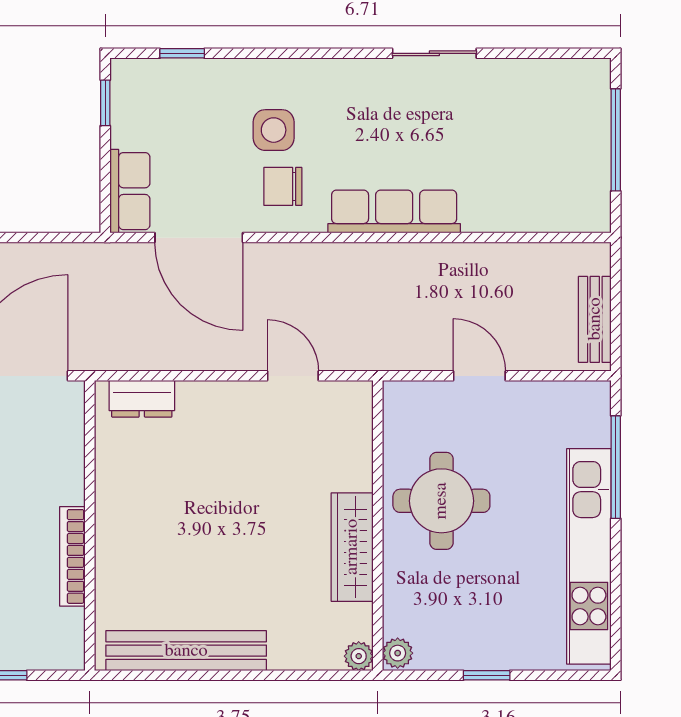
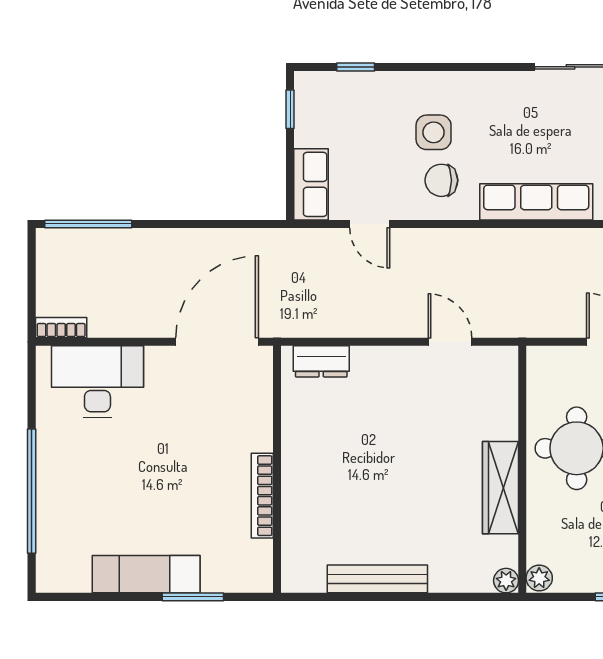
door: (199, 238) -> (370, 224), width x0.53
bench: (186, 651) -> (377, 579), width x0.73, depth x0.82

